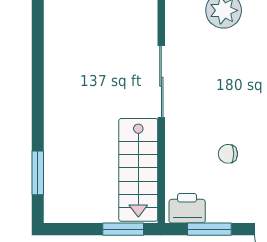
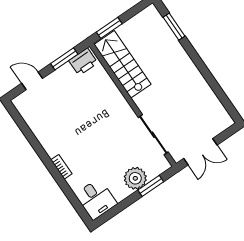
sliding door: (161, 82) -> (153, 135), moved
chair: (228, 154) -> (81, 105), removed

